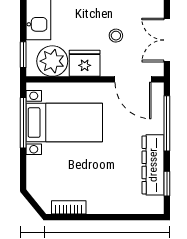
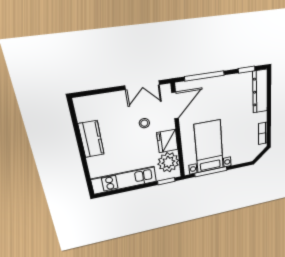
dresser: (153, 165) -> (260, 91), moved, turned 90

